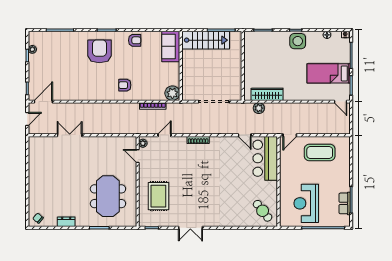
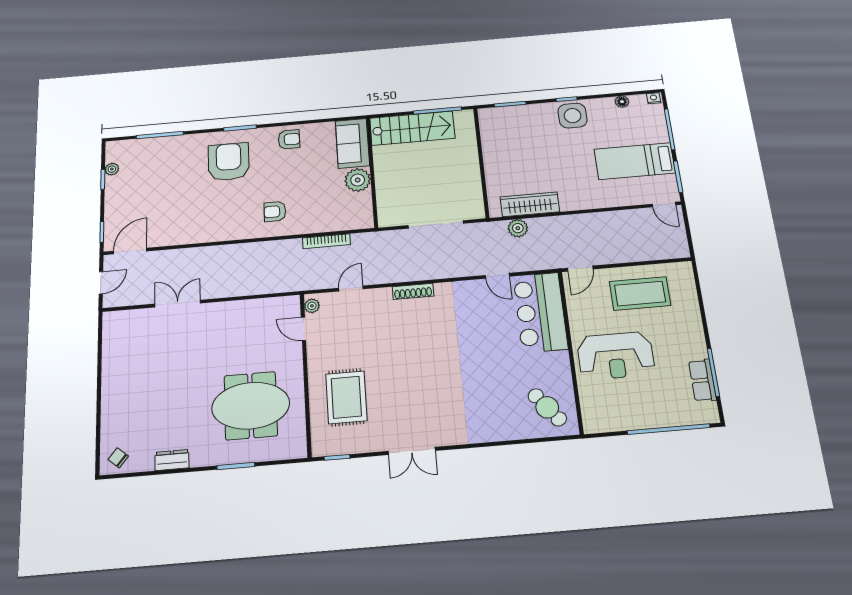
plant: (172, 93) -> (358, 180), moved
meeting table: (108, 196) -> (251, 406), turned 90
reception desk: (306, 203) -> (616, 356), moved, turned -90

